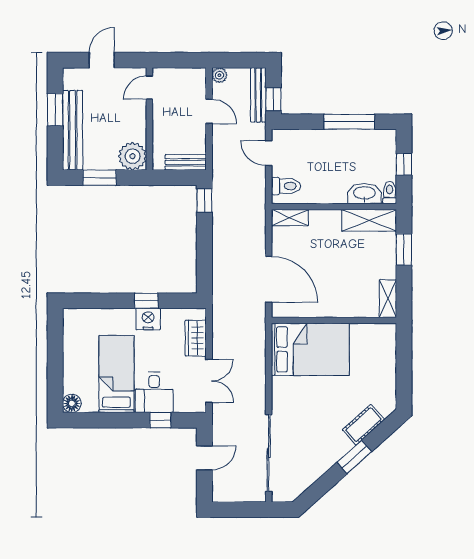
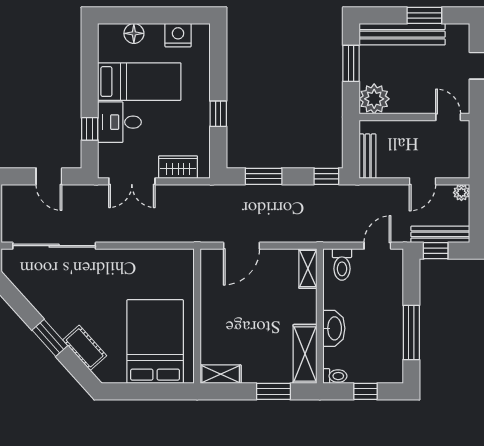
washbasin: (364, 194) -> (334, 328), moved
window: (204, 259) -> (264, 176), added
door: (269, 279) -> (241, 246), width x0.73
nightstand: (148, 319) -> (178, 35), moved, turned -90
bed: (310, 349) -> (155, 342), moved, turned 180
floor lamp: (72, 403) -> (134, 33), moved

